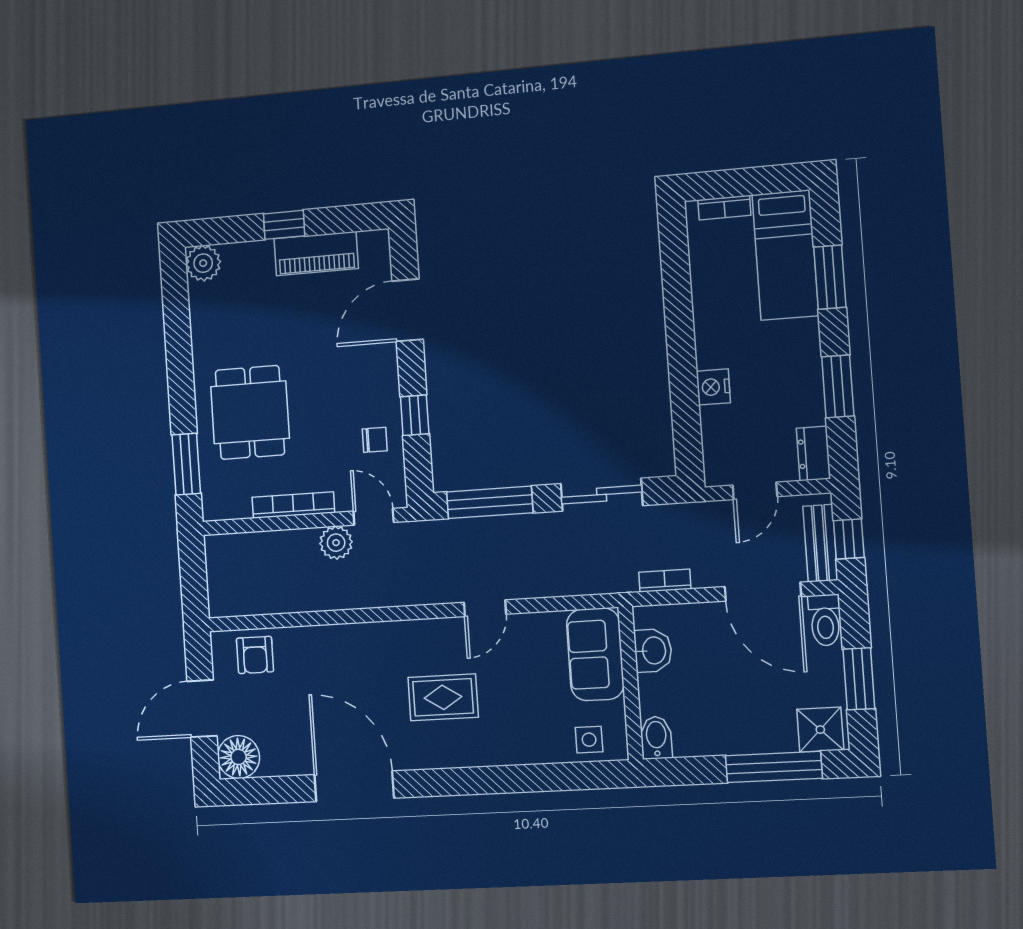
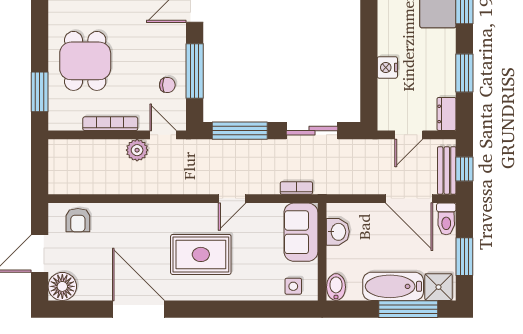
window: (415, 415) -> (195, 71), width x2.17
bookcase: (665, 581) -> (296, 188), moved
rug: (443, 697) -> (201, 254), width x1.36, depth x1.43
bathtub: (747, 732) -> (393, 286), added

